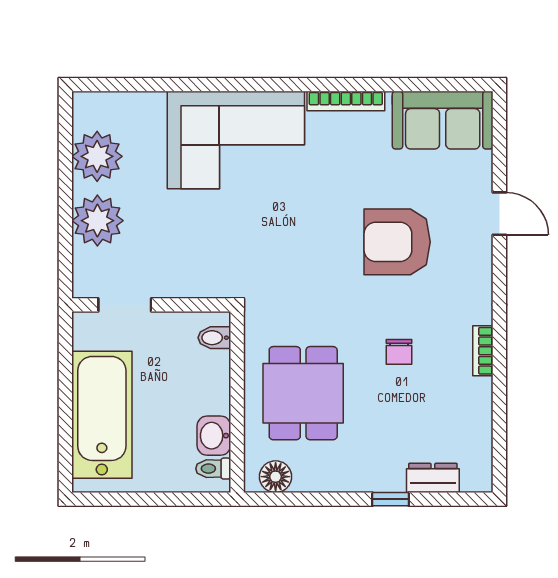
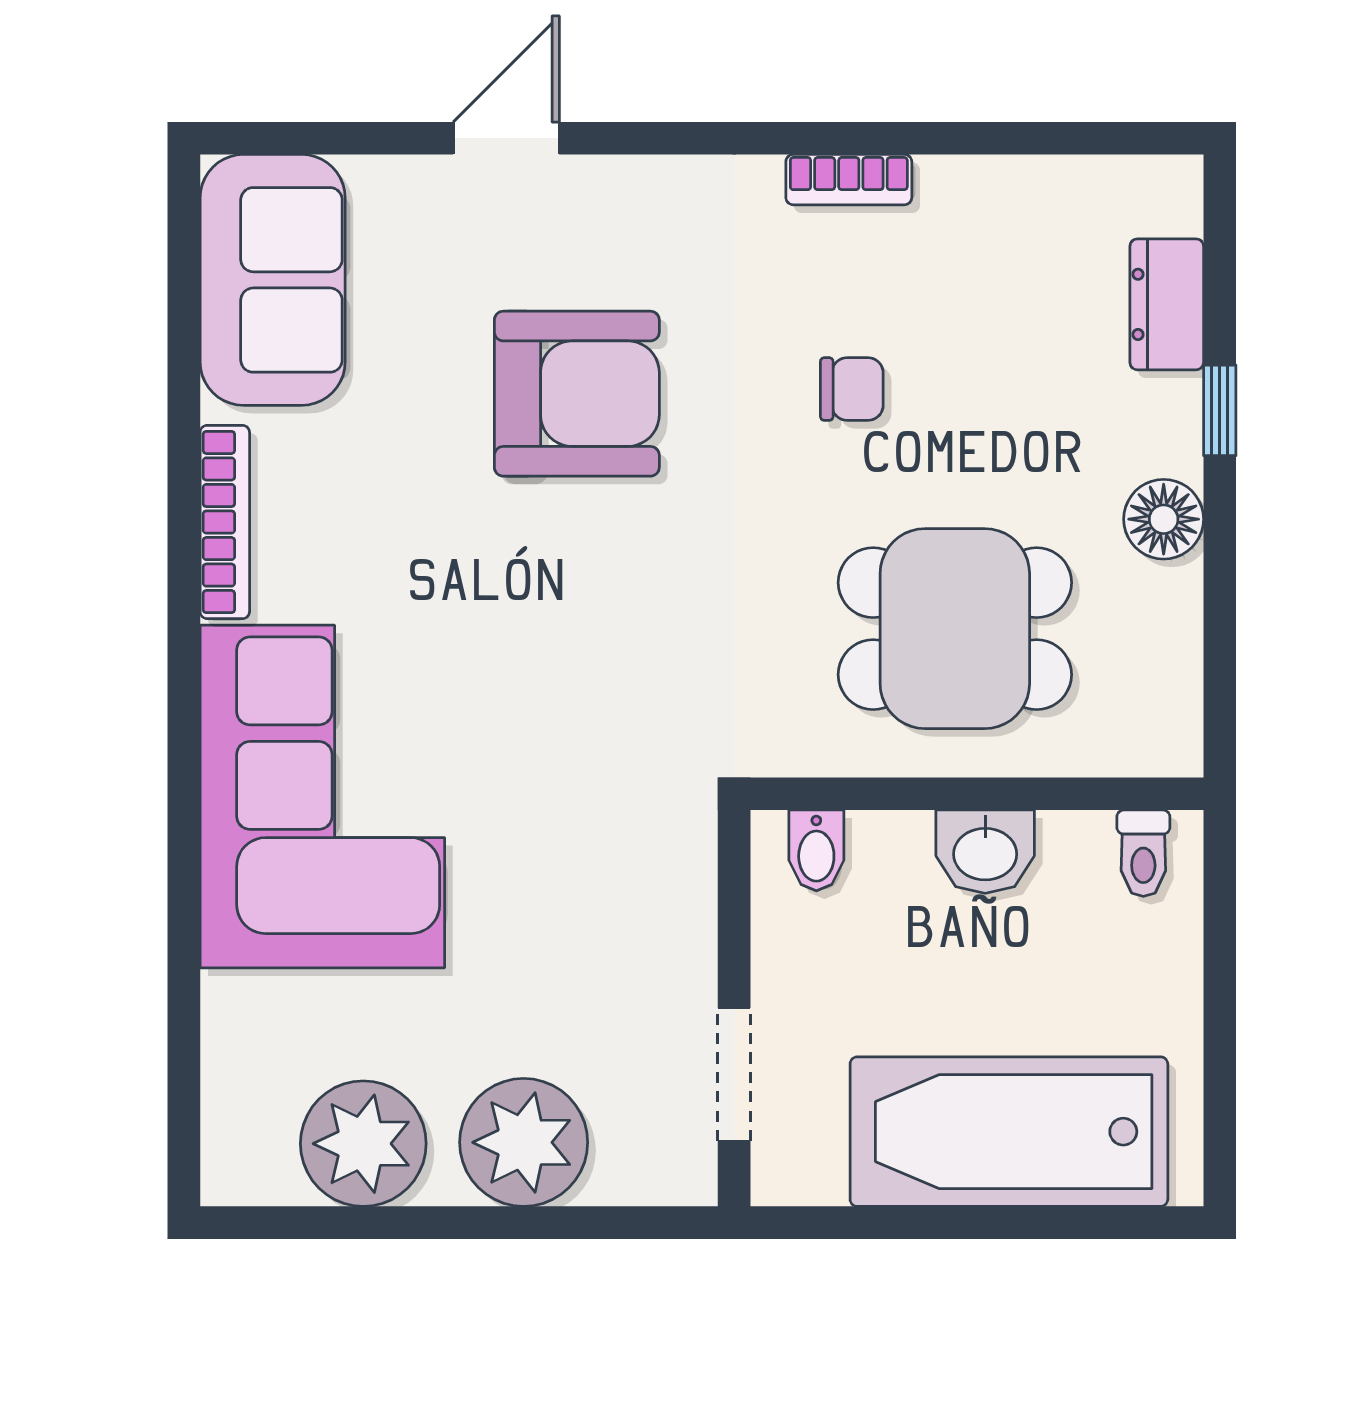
armchair: (397, 242) -> (577, 394), turned -90
washbasin: (214, 436) -> (985, 852), moved
floor lamp: (276, 477) -> (1164, 519), moved

